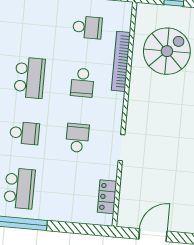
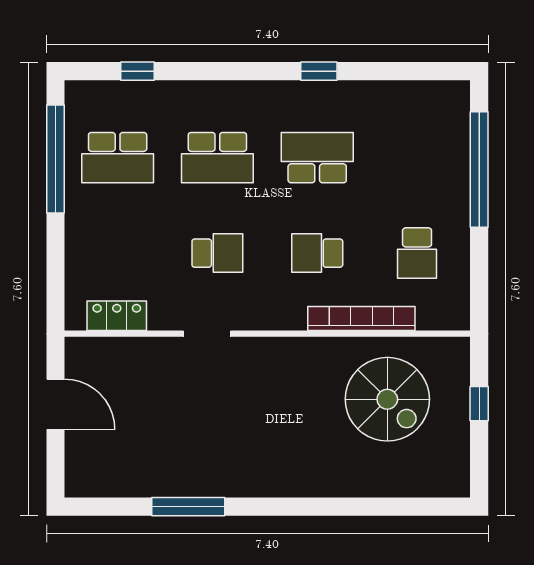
school desk: (30, 78) -> (317, 158), turned 180
school desk: (25, 133) -> (217, 158), width x1.85

